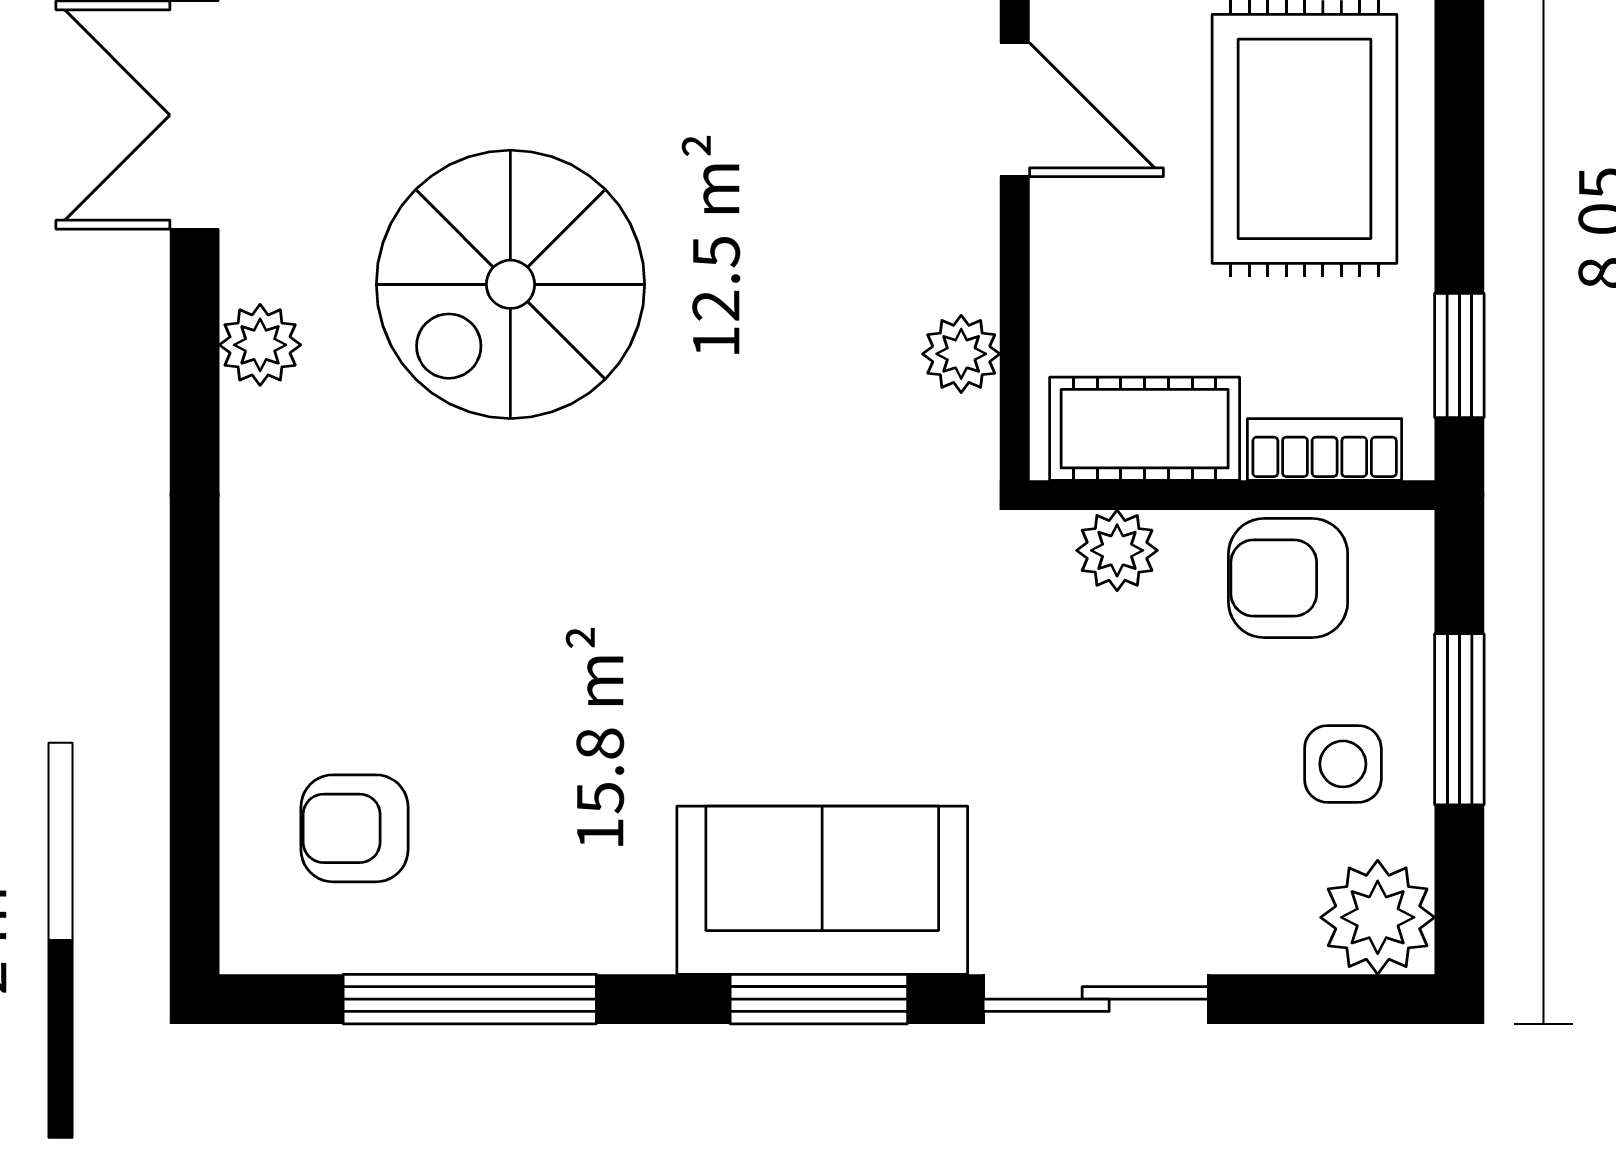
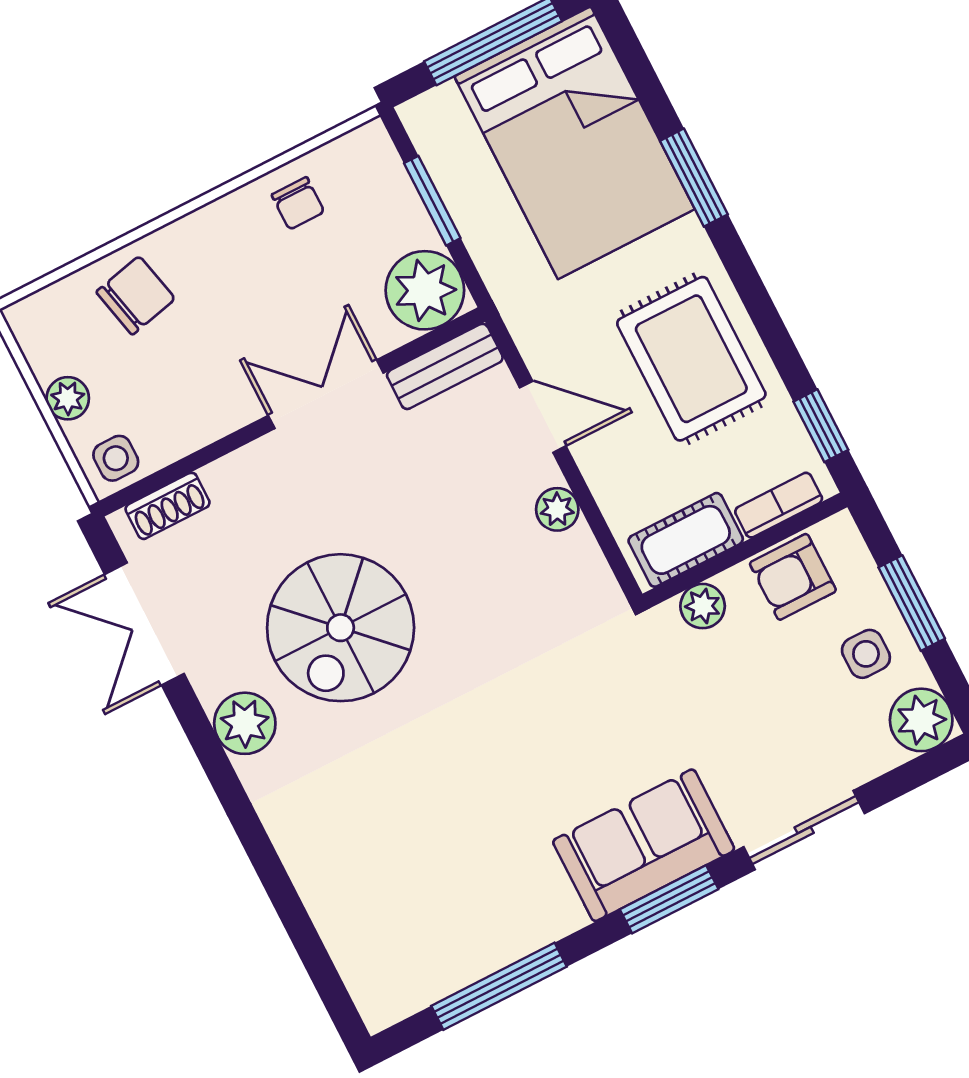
plant: (260, 345) -> (245, 723), width x1.38, depth x1.38
plant: (961, 354) -> (557, 509), moved
armchair: (354, 828) -> (400, 932), removed

